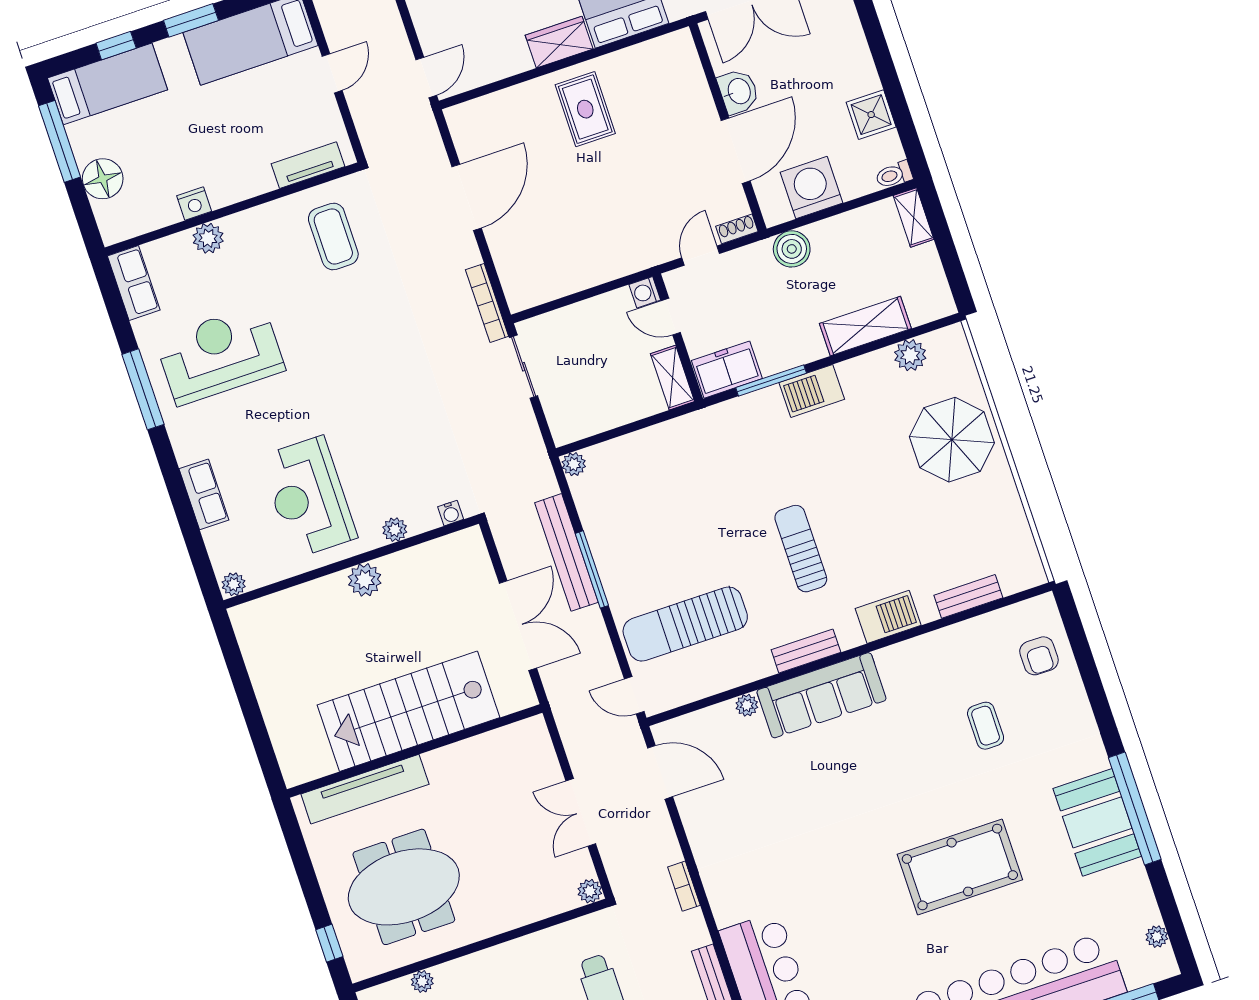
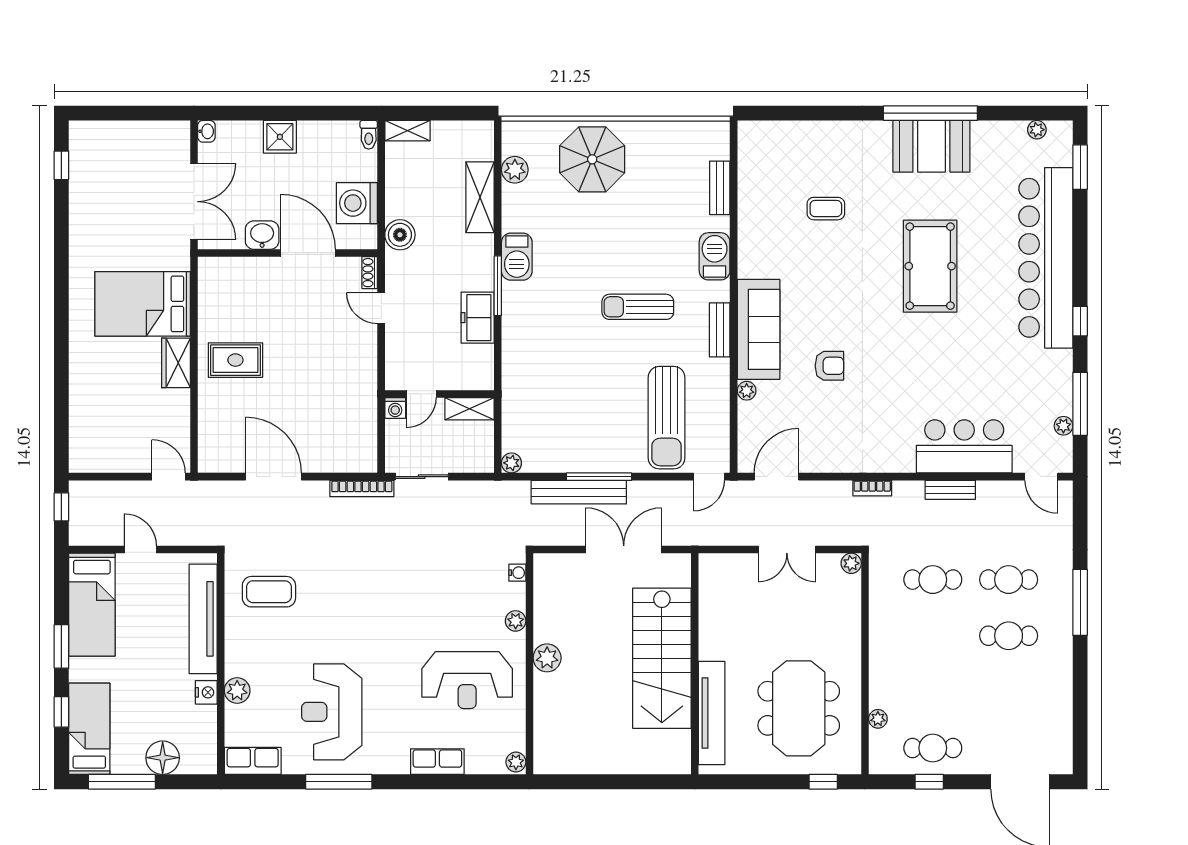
shower: (871, 115) -> (280, 137), moved
tv unit: (308, 165) -> (203, 619), width x1.92, depth x1.29
washing machine: (645, 292) -> (395, 408), moved
door: (671, 317) -> (421, 394), moved
wall: (678, 338) -> (439, 394), moved
shelving: (672, 378) -> (470, 409), moved
armchair: (1039, 656) -> (829, 366), moved

